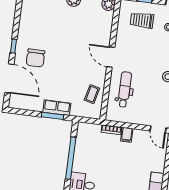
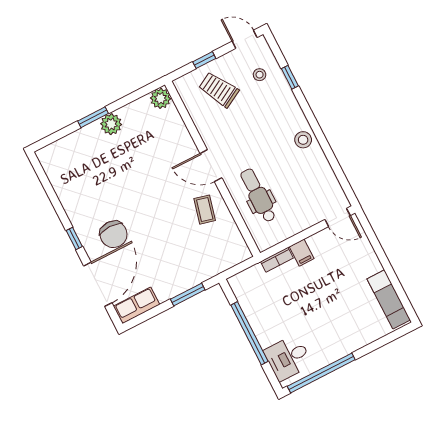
trolley: (142, 20) -> (219, 90), turned 61
door: (9, 78) -> (98, 284), hinge flipped
coffee table: (92, 94) -> (205, 210), moved
row of seats: (57, 108) -> (136, 305), moved

